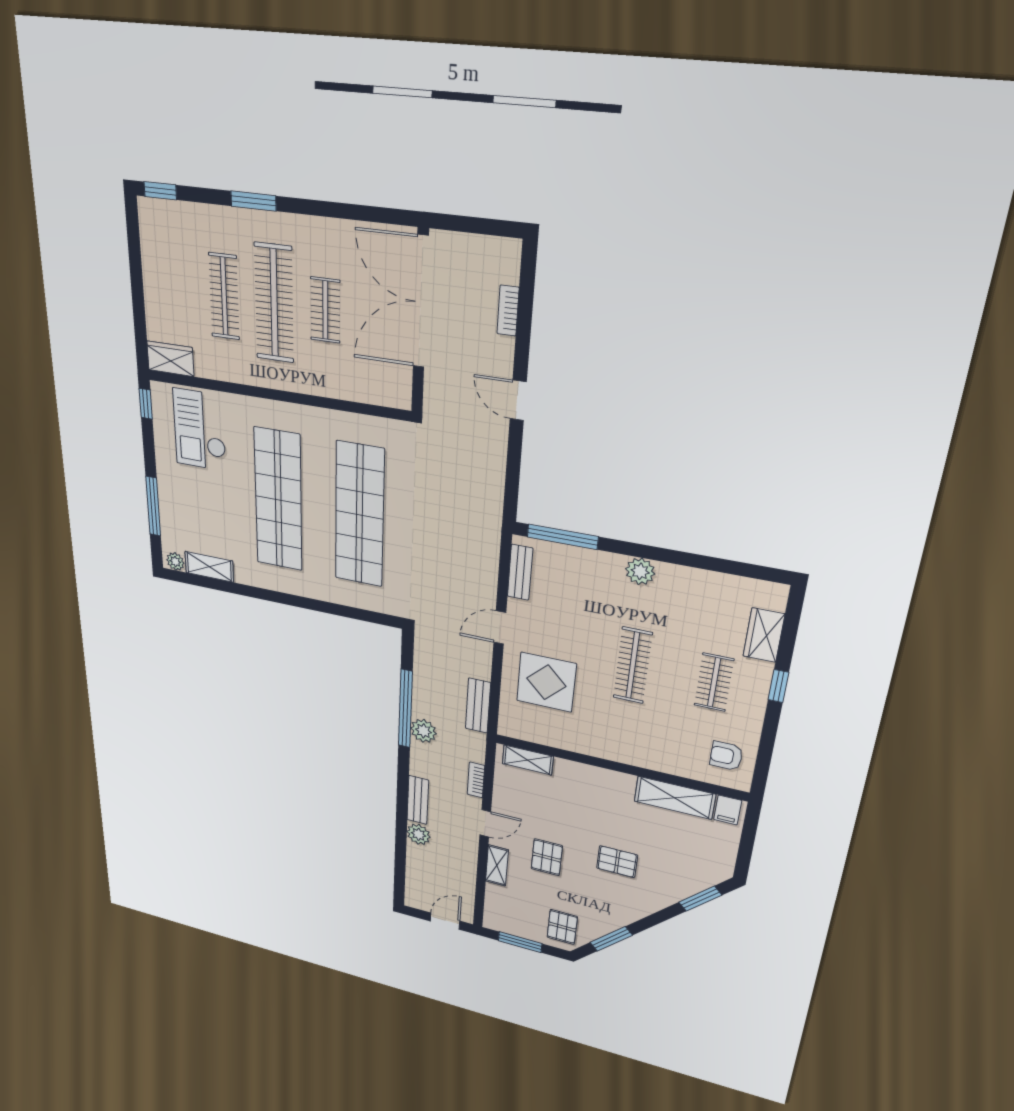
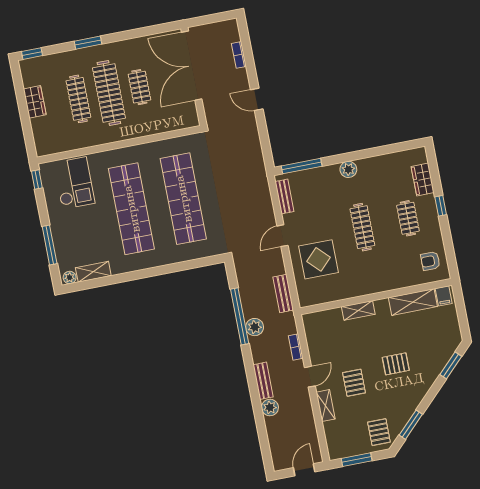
wardrobe: (170, 359) -> (35, 102), moved, turned 90
checkout: (200, 430) -> (74, 183), turned 180
shelving: (528, 760) -> (358, 310), moved

